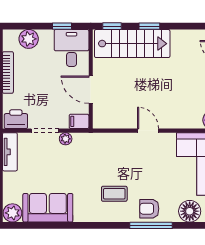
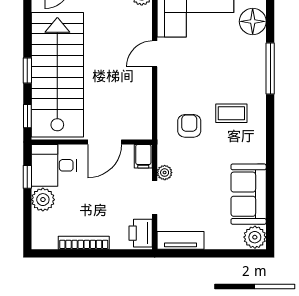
plant: (29, 39) -> (43, 200), moved
stairs: (132, 44) -> (57, 75), width x1.36, depth x1.51
door: (148, 131) -> (155, 54), moved
coffee table: (114, 194) -> (231, 113), turned 90
armchair: (149, 209) -> (189, 126), moved, turned 180

